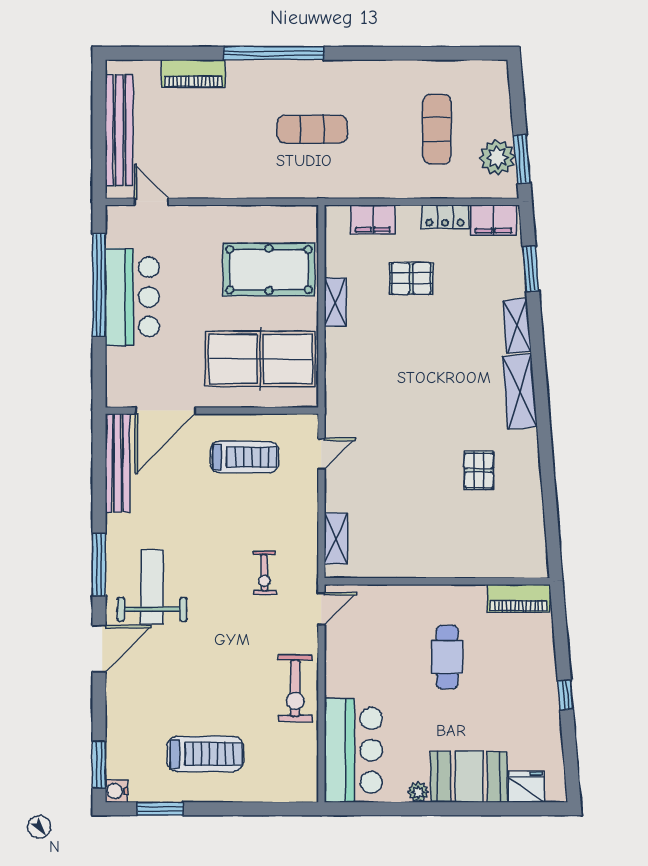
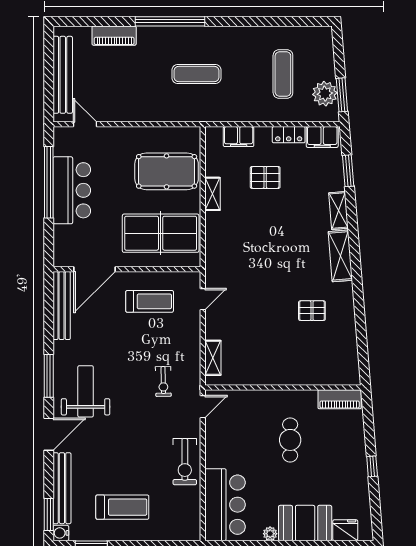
pallet: (479, 470) -> (312, 311), turned 90
bench: (118, 727) -> (62, 488), added

